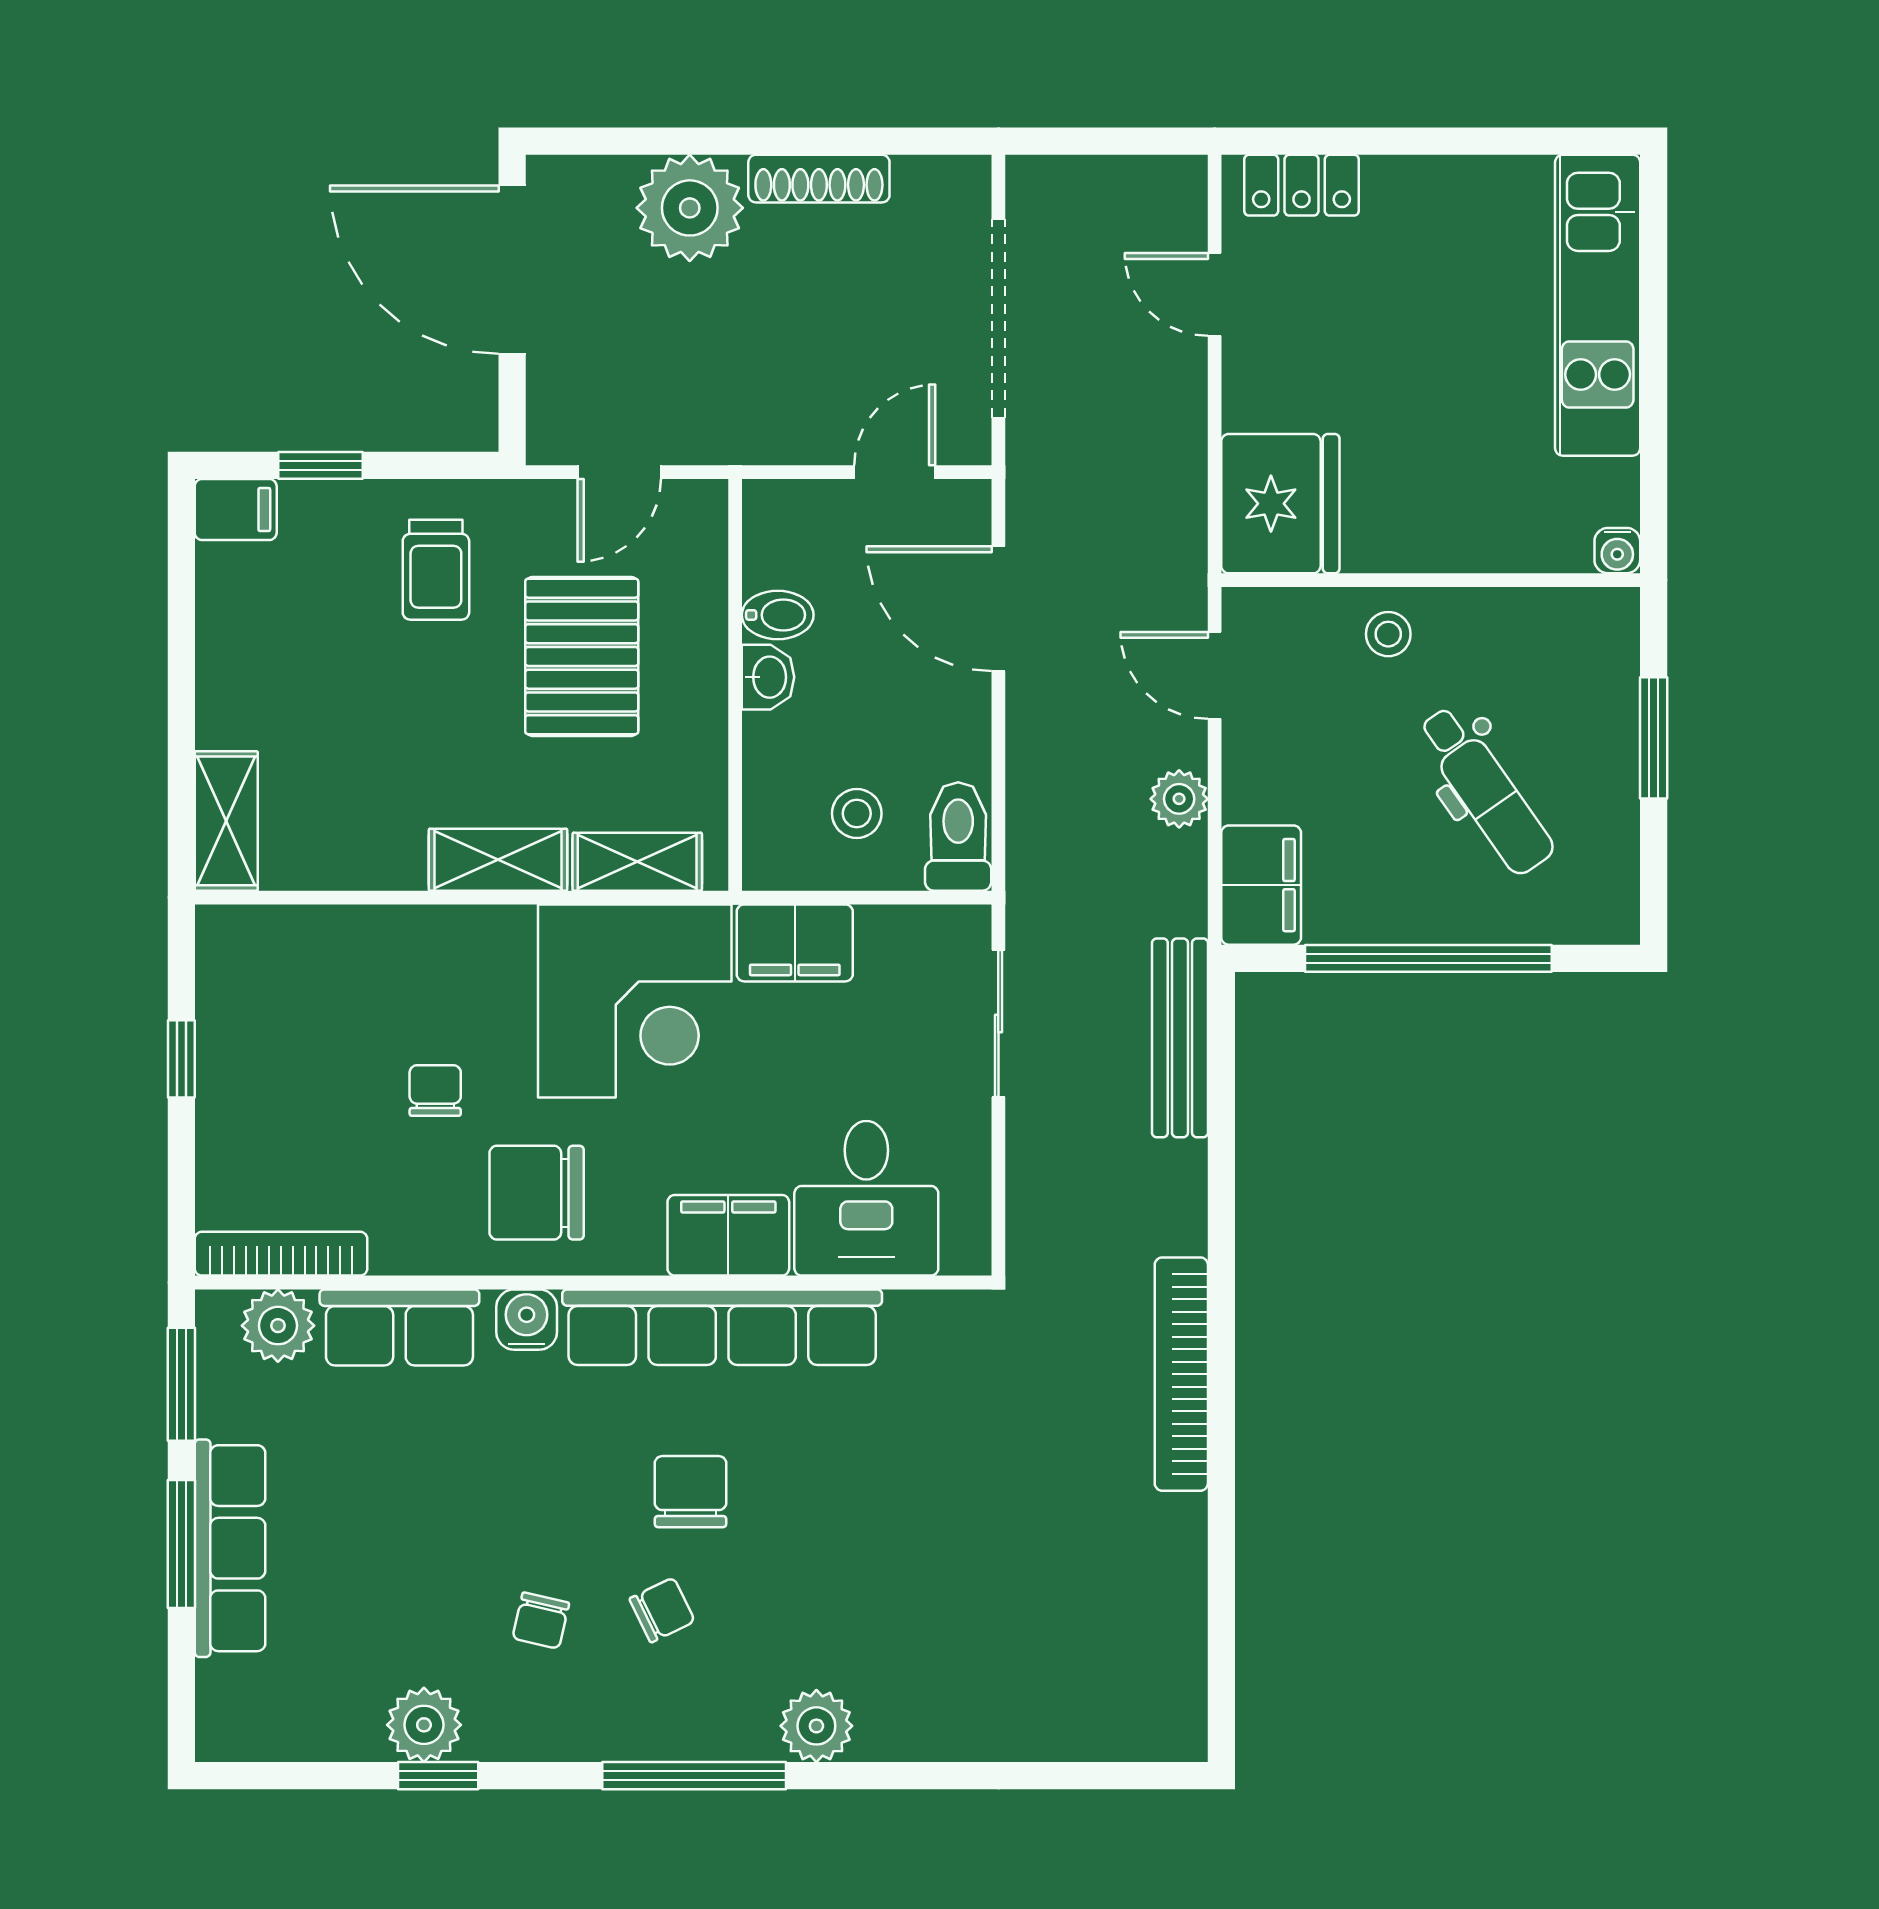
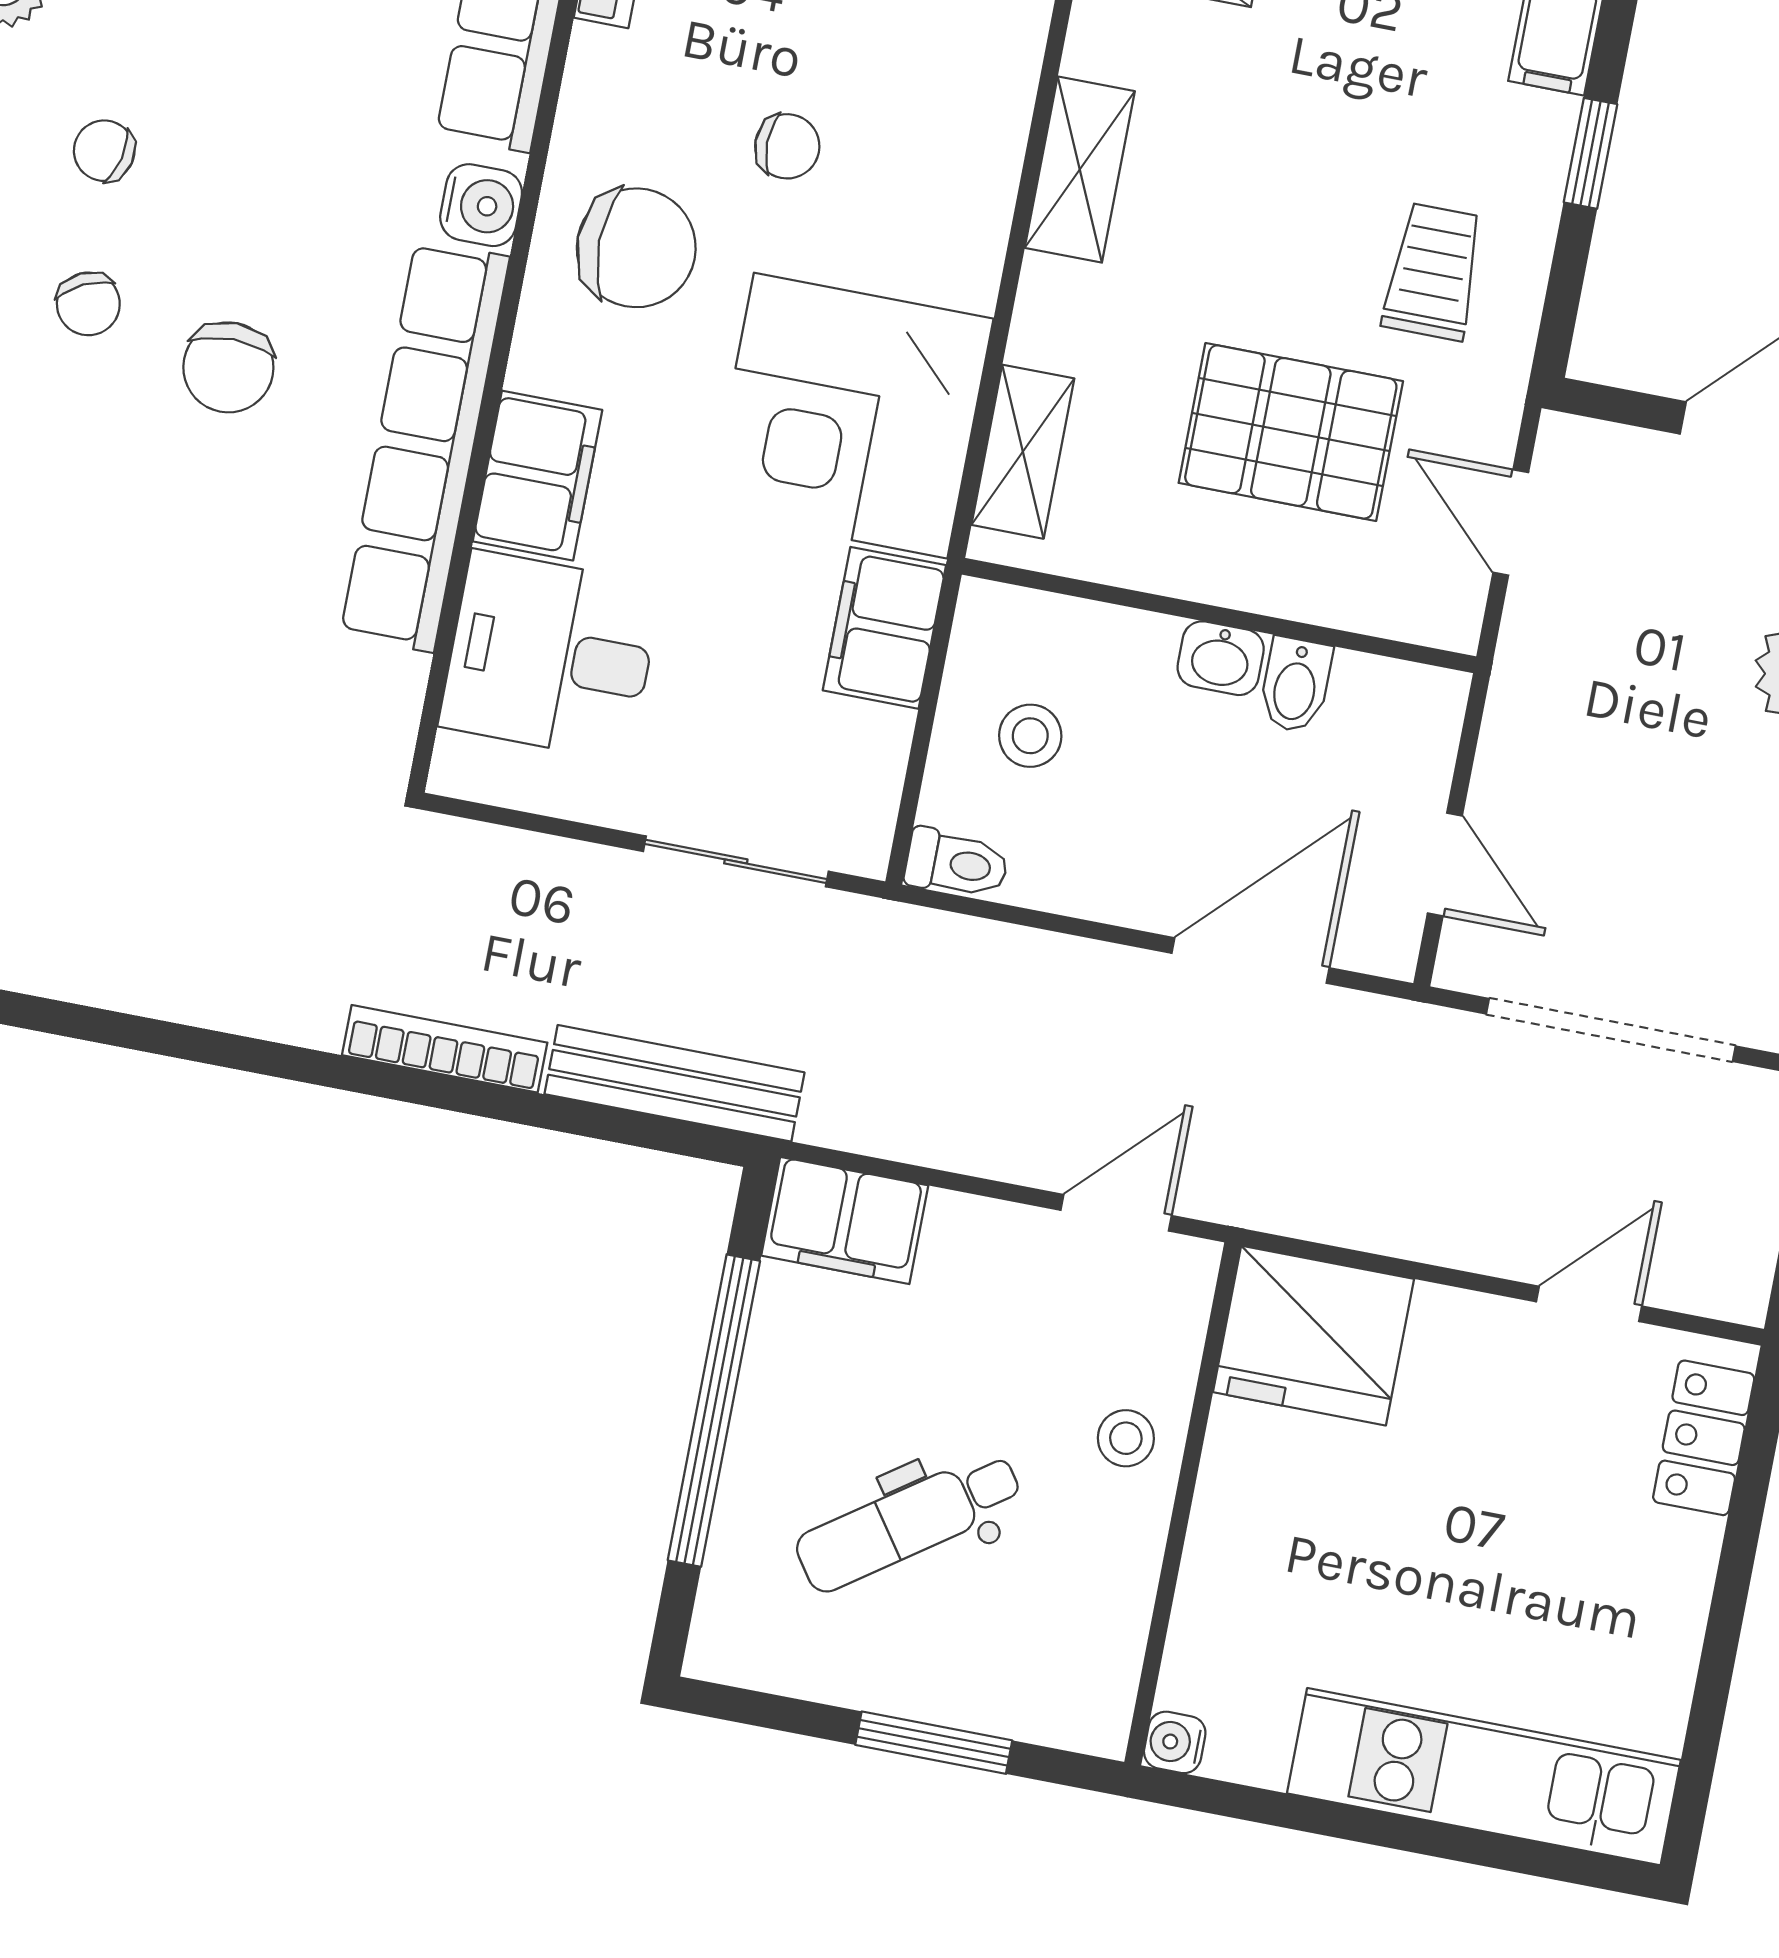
trolley: (436, 570) -> (1433, 272), turned 90
plant: (1179, 799) -> (971, 1139), removed
toilet: (958, 836) -> (957, 864), width x0.73, depth x0.72
shelving: (498, 860) -> (1080, 170), moved
chair: (537, 1193) -> (636, 248), turned 90
bookcase: (1181, 1374) -> (445, 1049), moved, width x0.68, depth x0.76
chair: (691, 1492) -> (228, 367), turned 90

